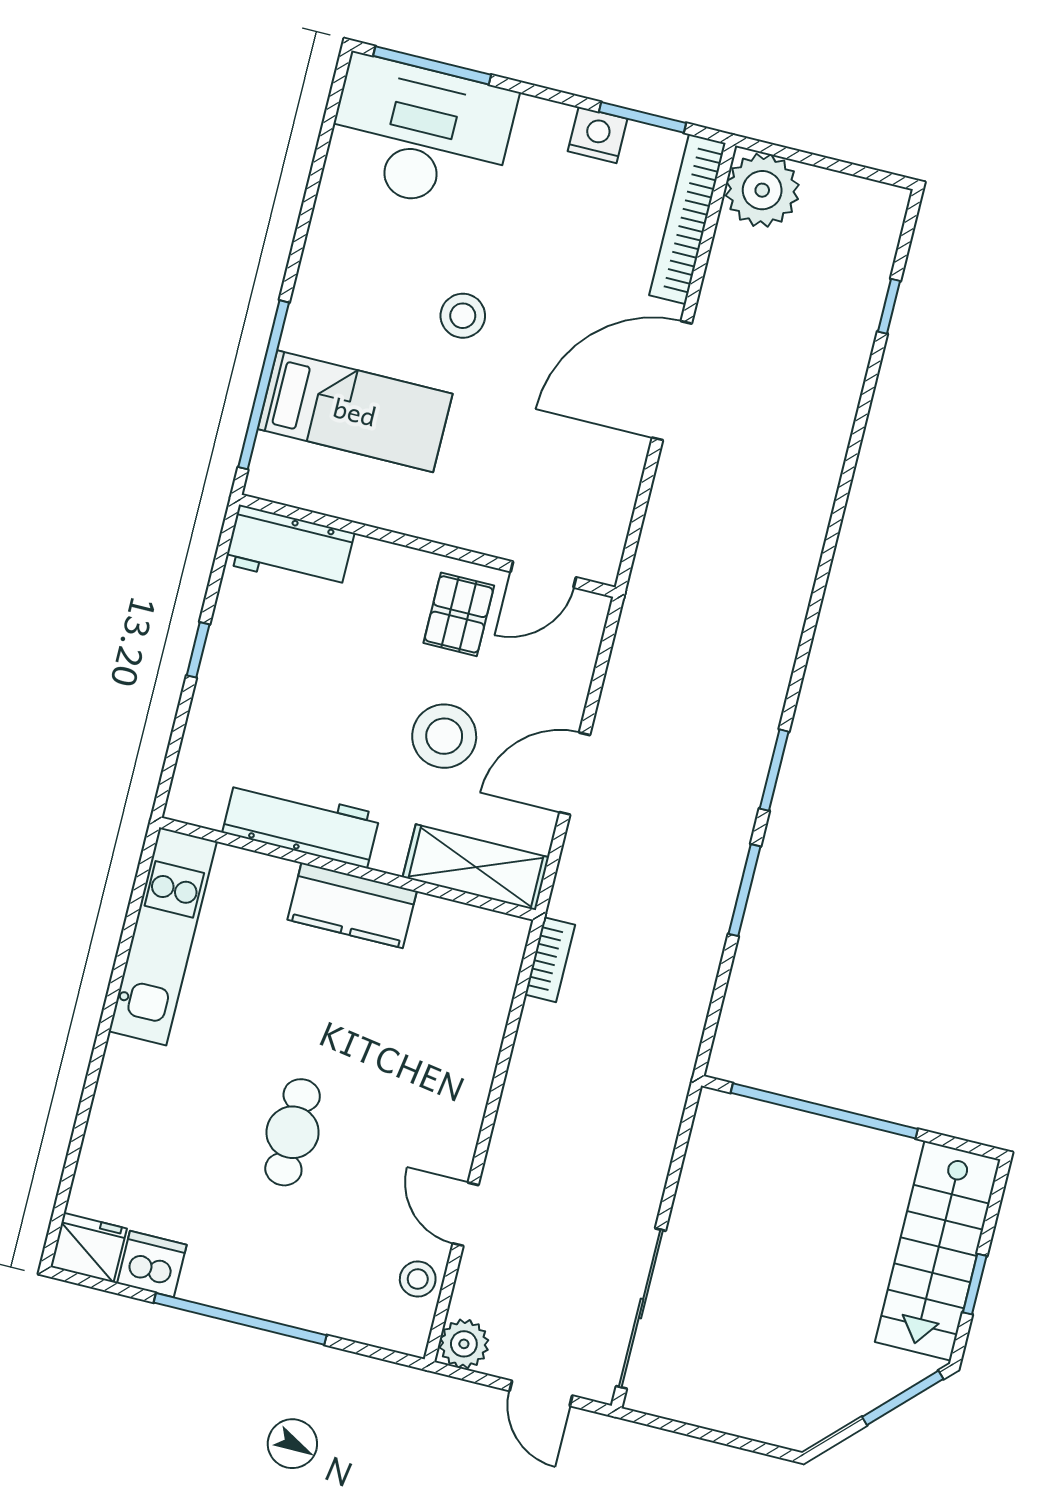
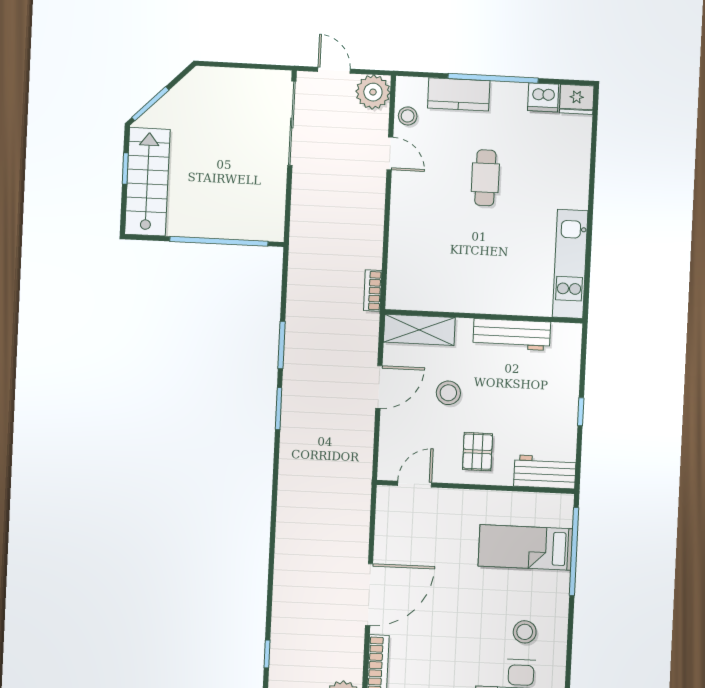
stool: (463, 316) -> (525, 632), moved
pallet: (459, 614) -> (478, 452), moved
stool: (444, 736) -> (448, 393), width x0.73, depth x0.73
kitchen counter: (352, 905) -> (459, 94), moved, turned 180
plant: (464, 1344) -> (373, 92), width x1.36, depth x1.36

